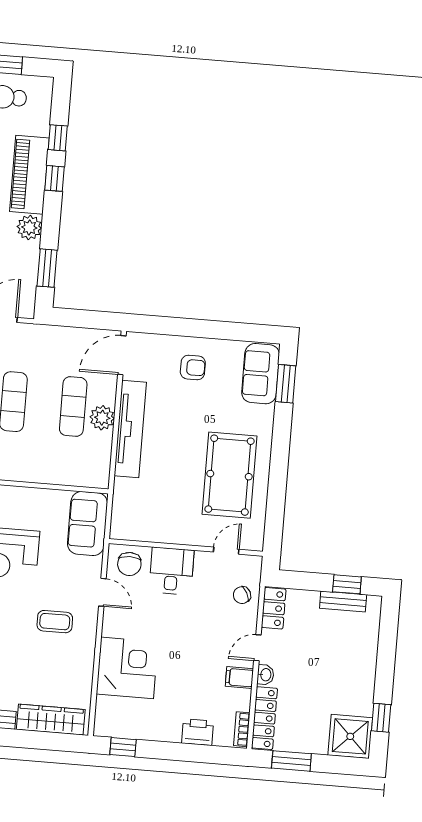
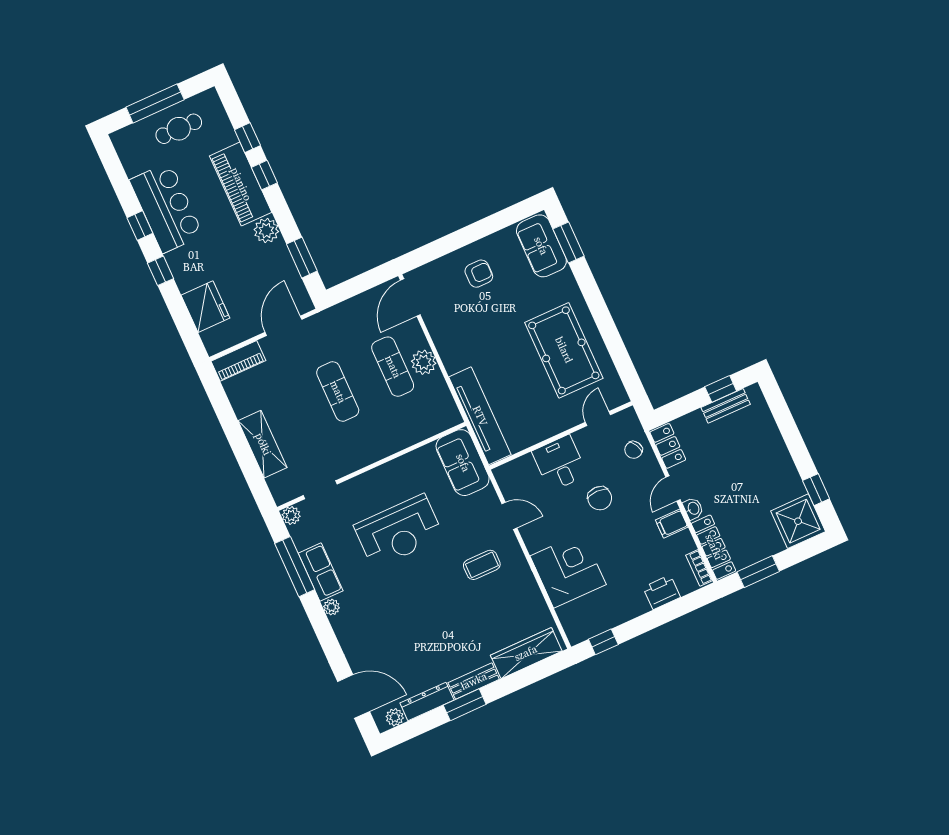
tv unit: (130, 429) -> (480, 416), moved
chair: (129, 564) -> (600, 498), moved

